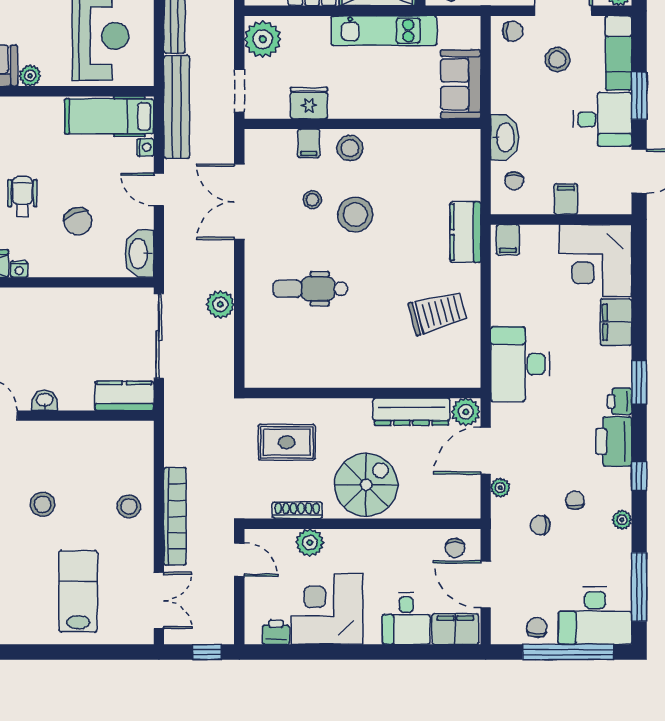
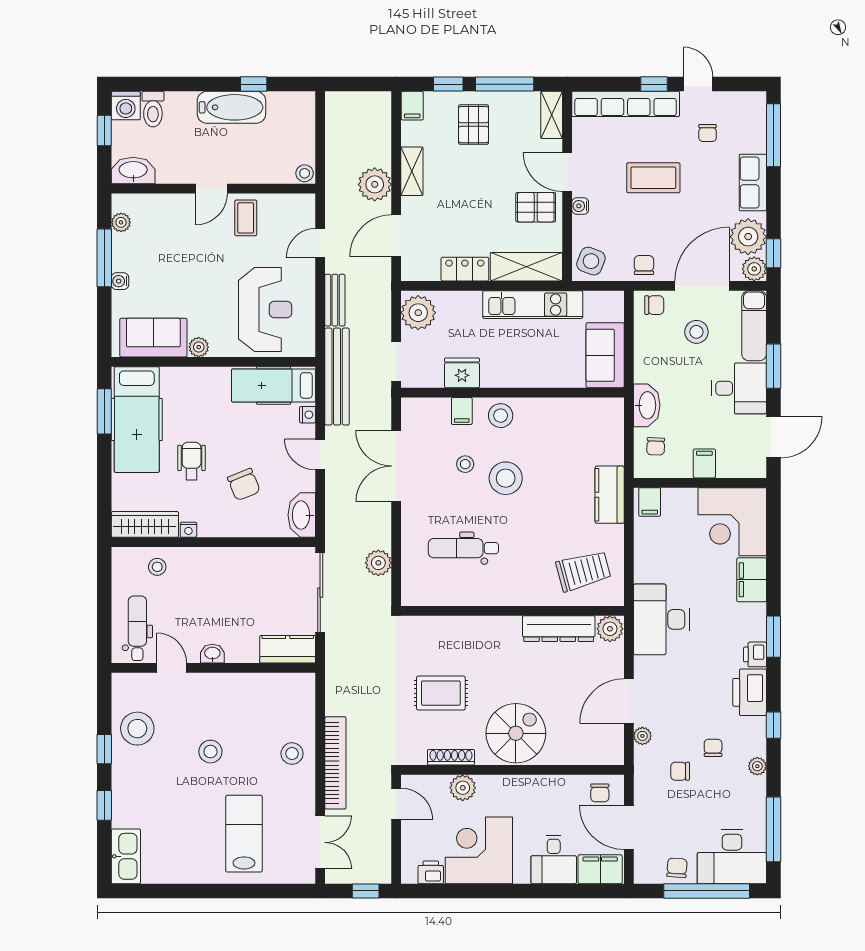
wall: (362, 393) -> (512, 611), moved
dresser: (412, 412) -> (559, 629), moved
plant: (466, 412) -> (610, 629), moved

